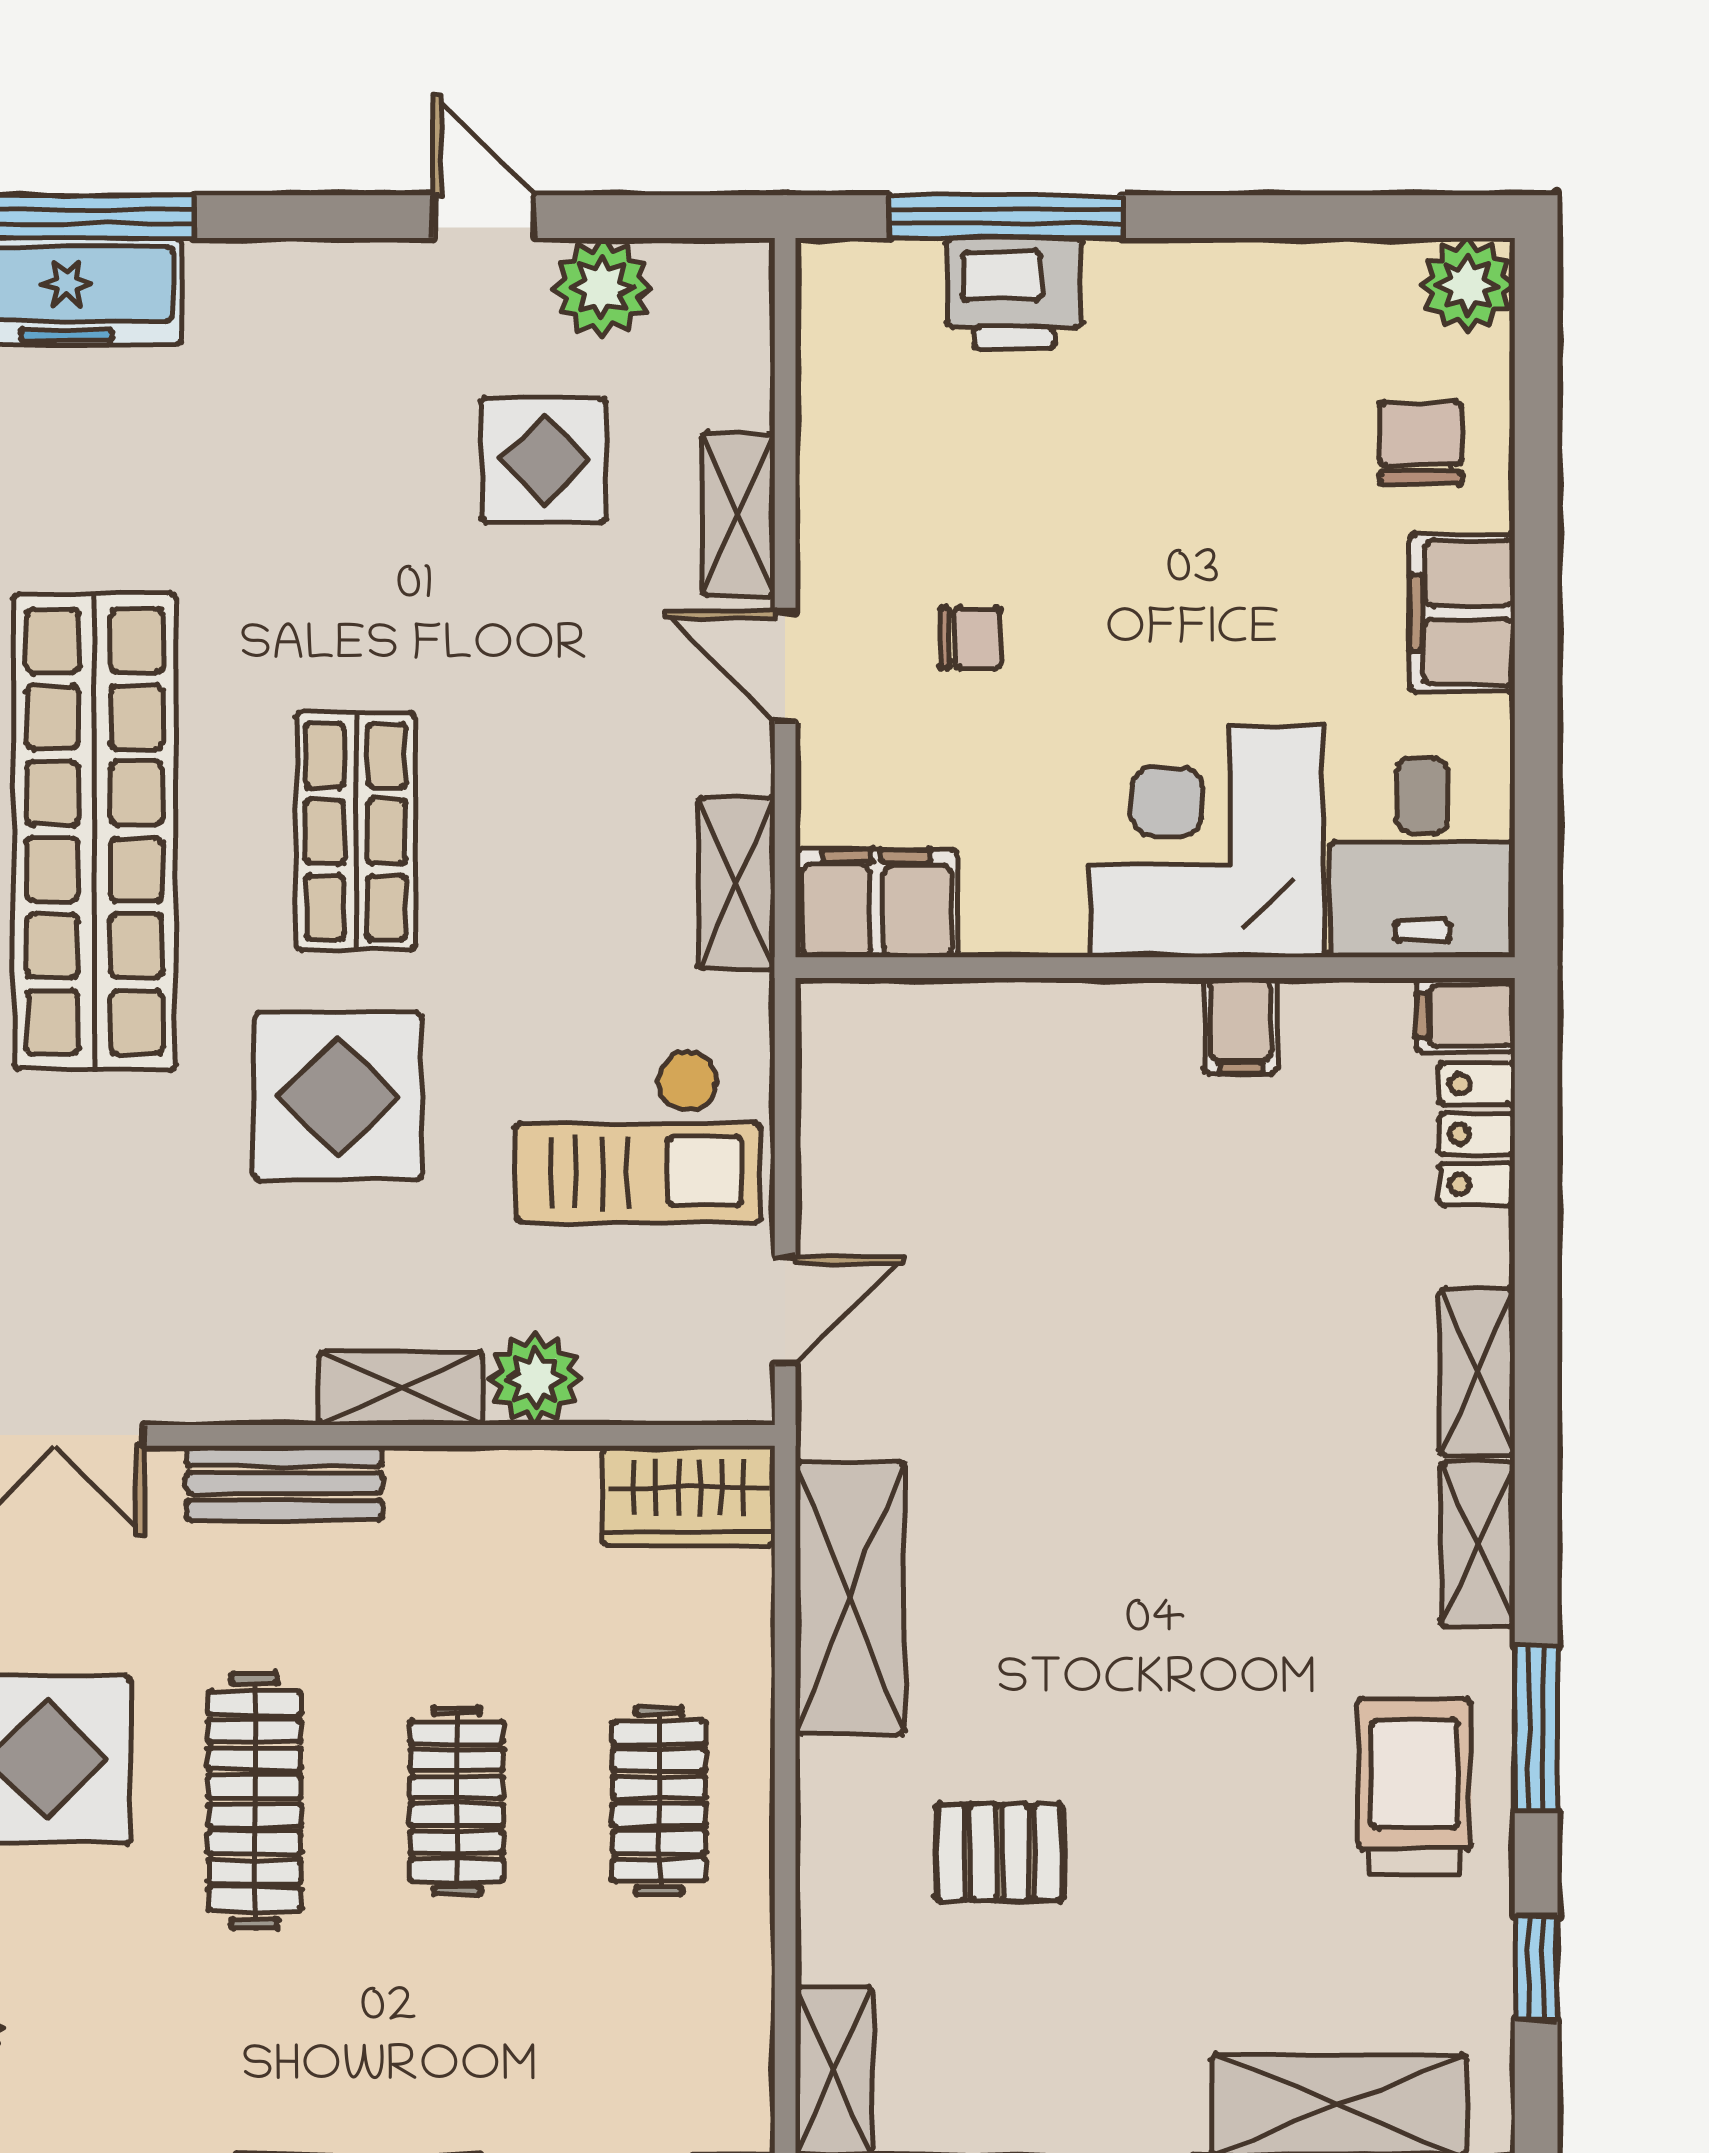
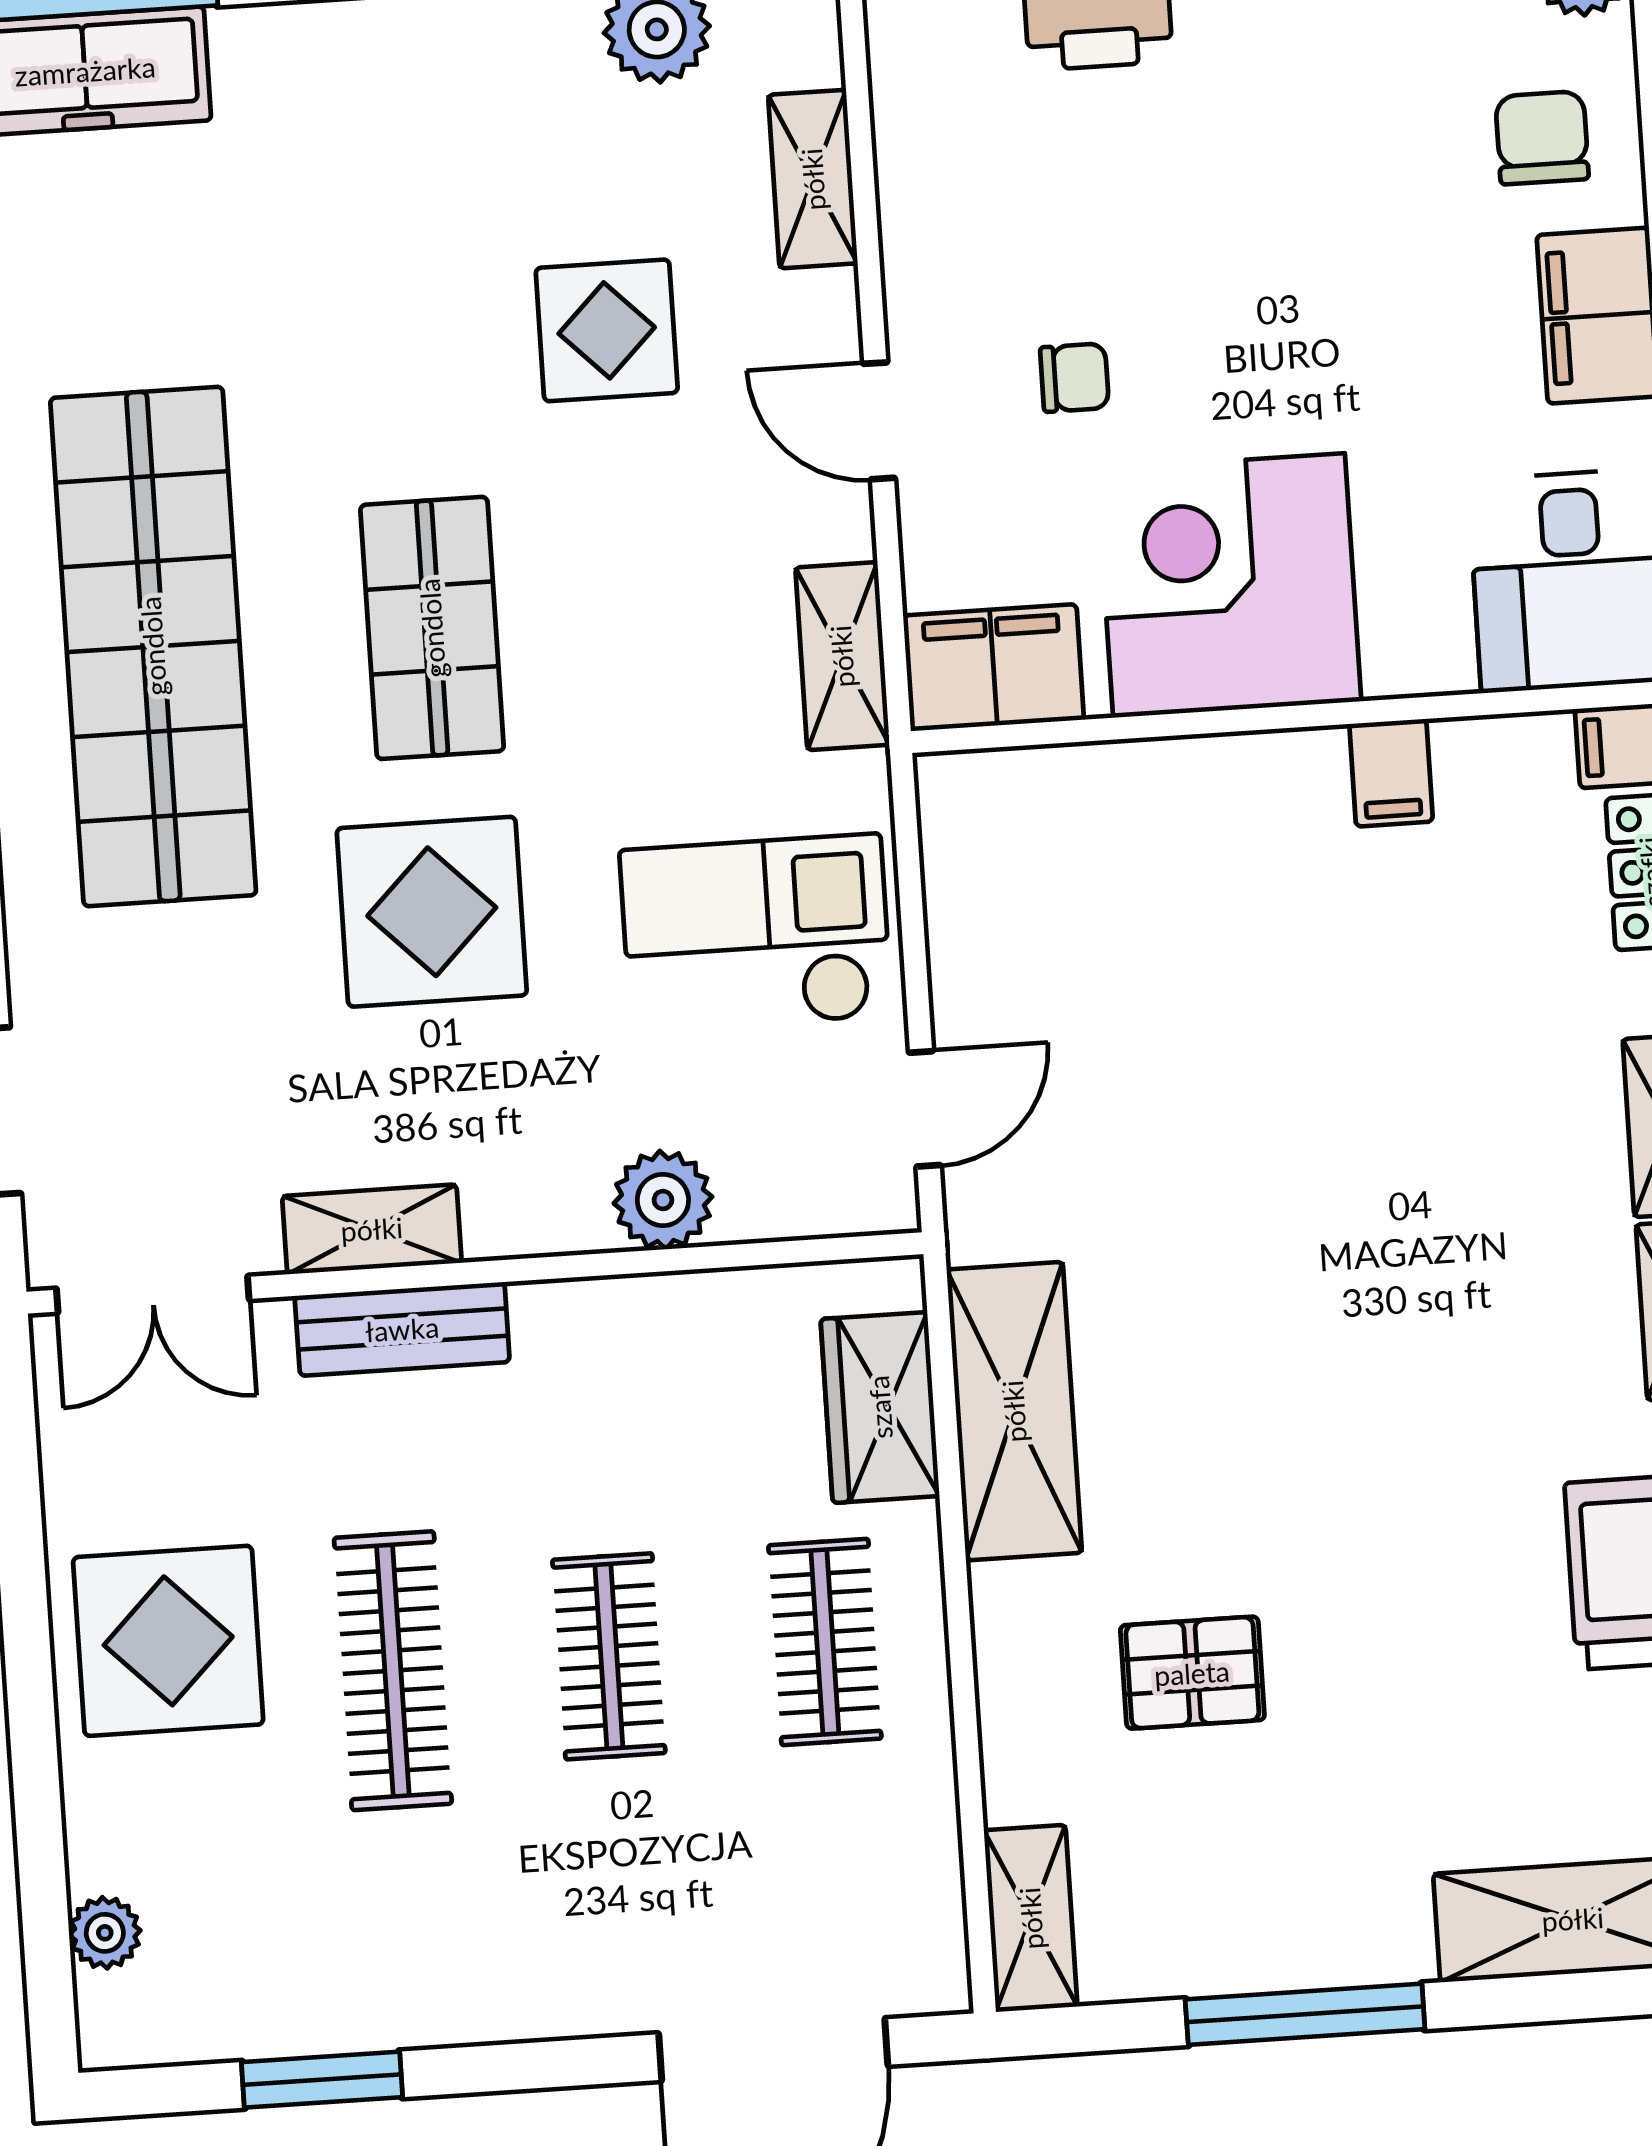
display table: (544, 460) -> (607, 330), moved
shelving: (738, 514) -> (813, 179), moved
corner desk: (1207, 841) -> (1229, 585), moved
checkout: (638, 1136) -> (756, 933), turned 180
shelving: (401, 1388) -> (372, 1229), moved
wardrobe: (689, 1496) -> (880, 1407), moved, turned 90

